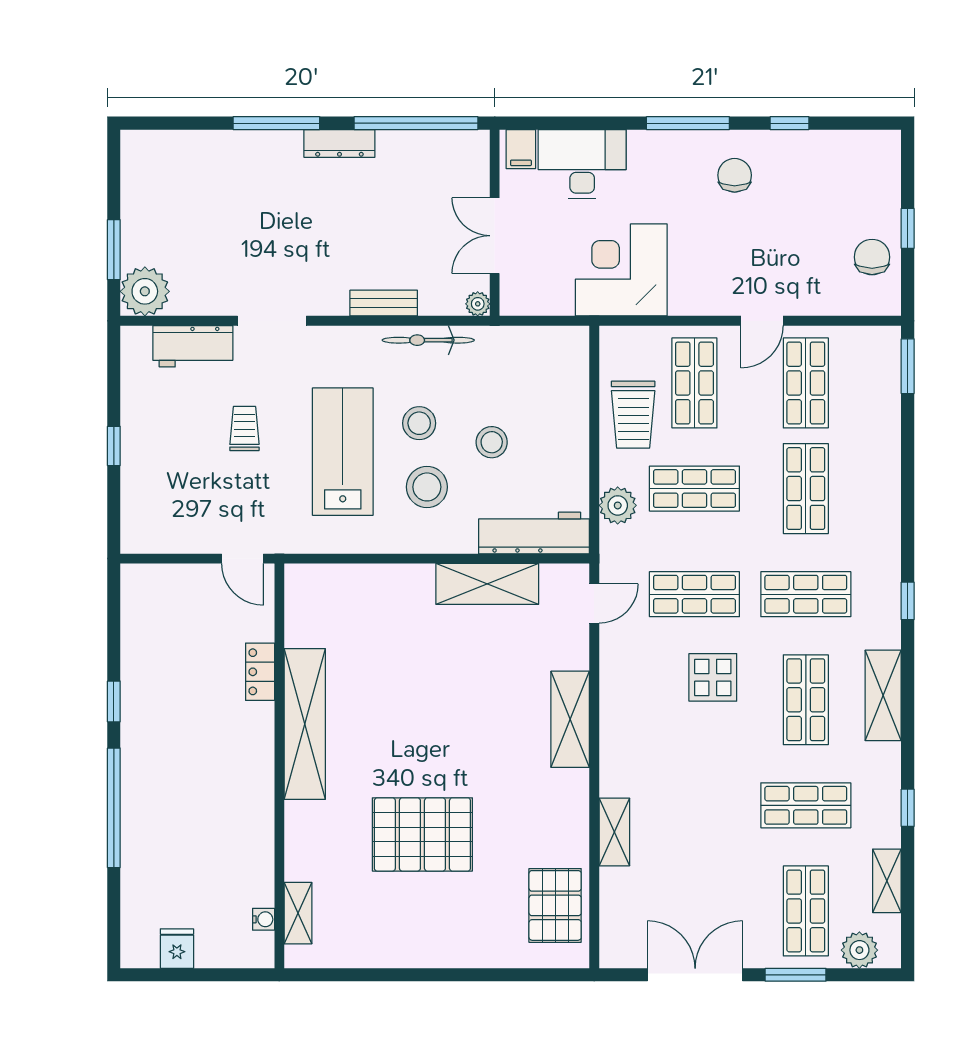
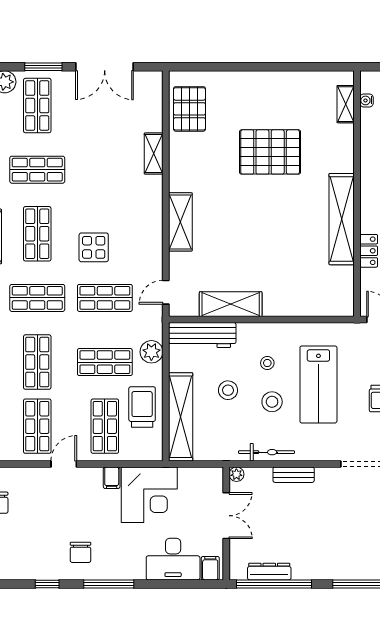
dresser: (339, 143) -> (269, 572), moved
filing cabinet: (683, 298) -> (112, 478), added
shelving: (570, 398) -> (181, 417), added
stool: (427, 487) -> (267, 363), width x0.53, depth x0.53

